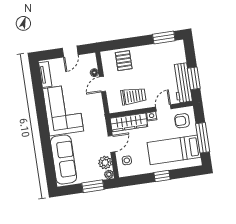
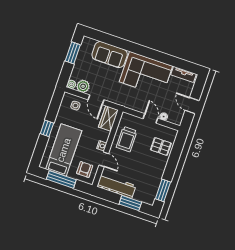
window: (194, 78) -> (130, 203), moved
wardrobe: (129, 122) -> (108, 118), width x0.67
sofa: (64, 159) -> (110, 55), width x0.73
window: (93, 186) -> (73, 53), moved

